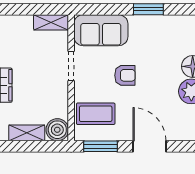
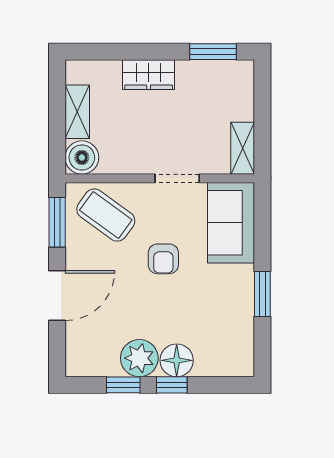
coffee table: (96, 114) -> (106, 215), turned -54

